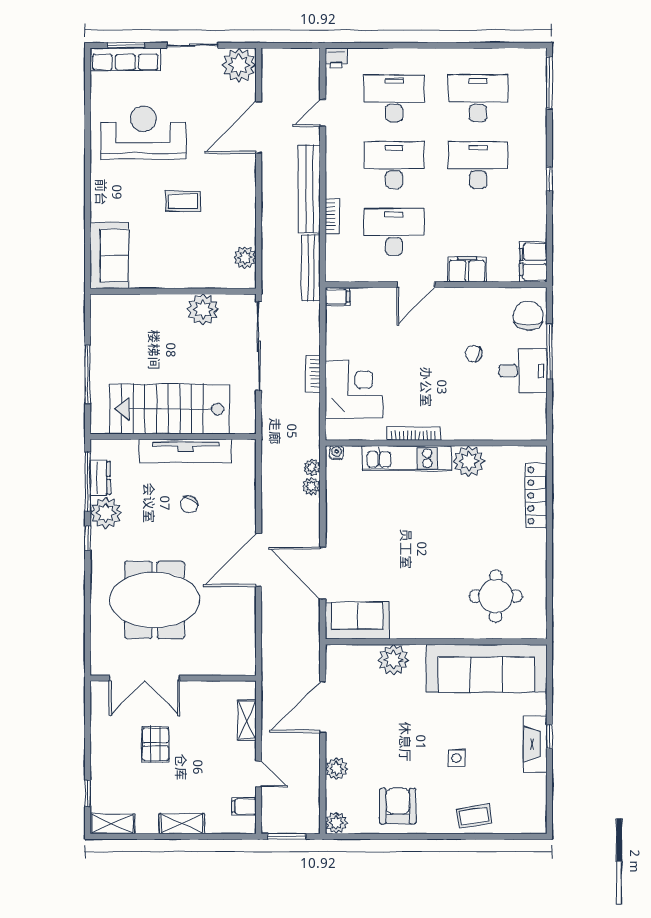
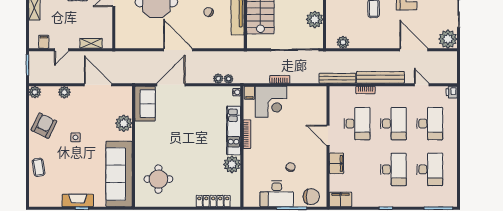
filing cabinet: (338, 297) -> (249, 93), moved
desk: (523, 371) -> (277, 194), width x1.37
side table: (456, 758) -> (75, 137), moved
armchair: (398, 806) -> (44, 126), turned -64

